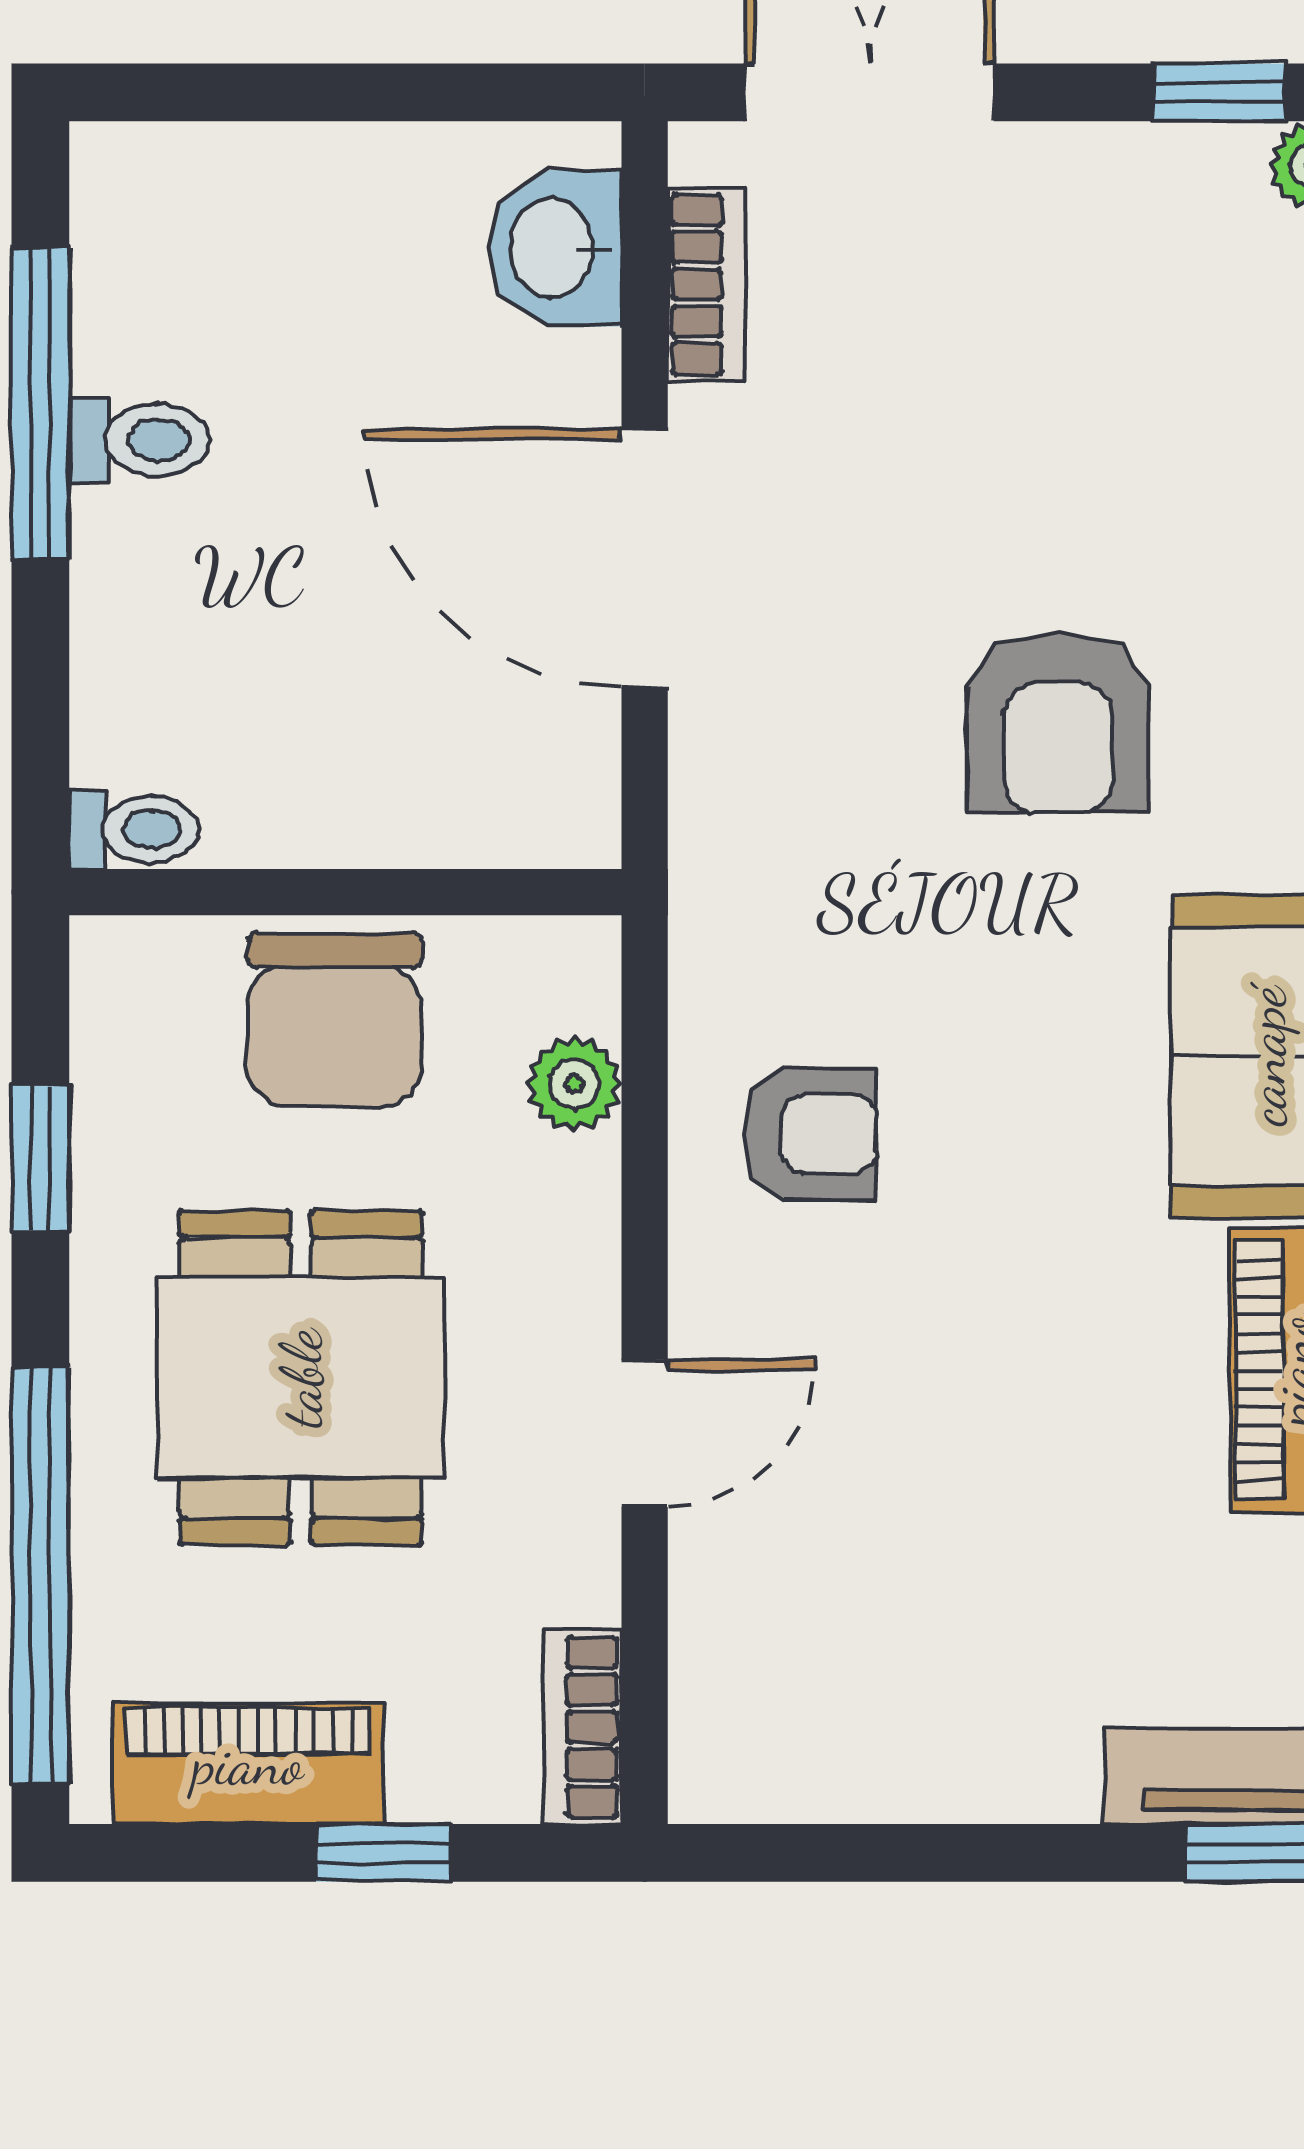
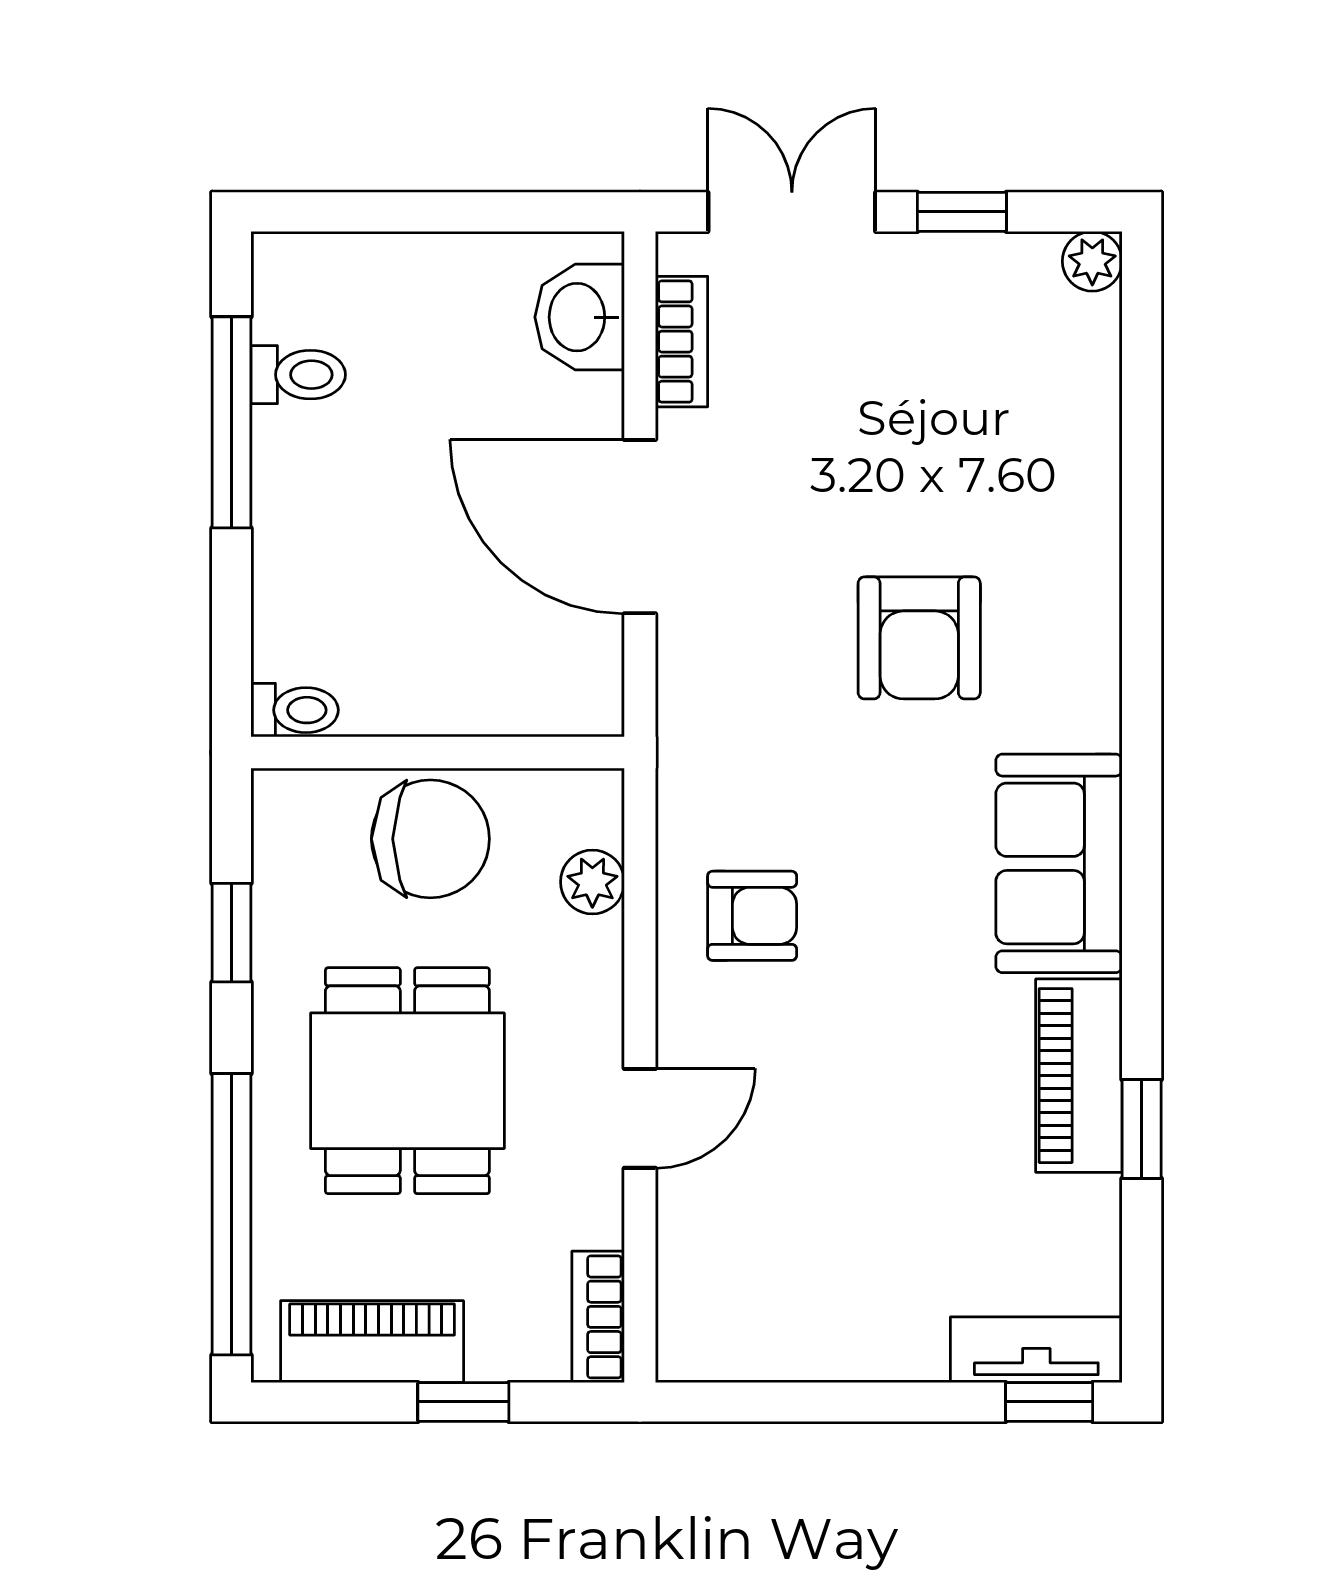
window: (1219, 92) -> (962, 212), moved
toilet: (139, 440) -> (298, 375), moved
chair: (335, 1020) -> (430, 839), turned -90

